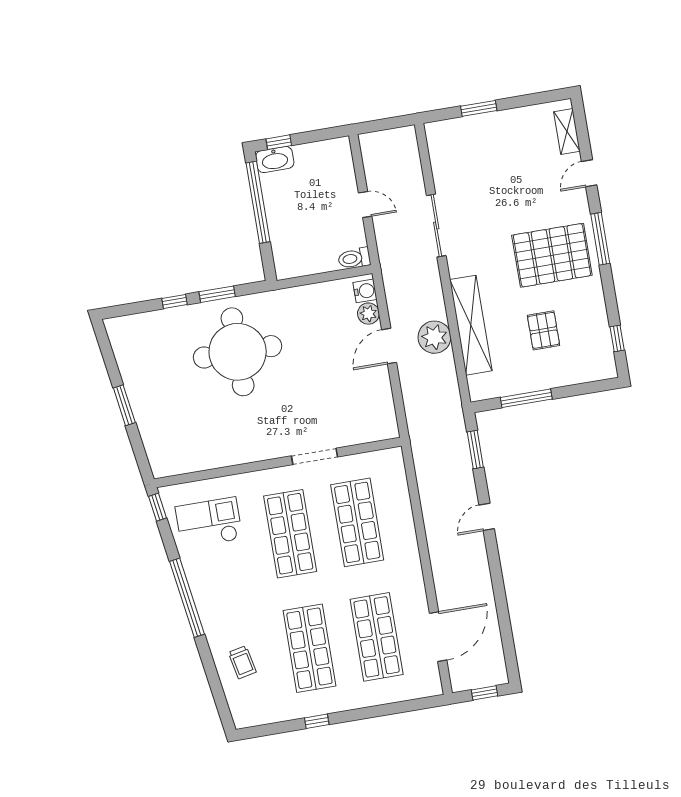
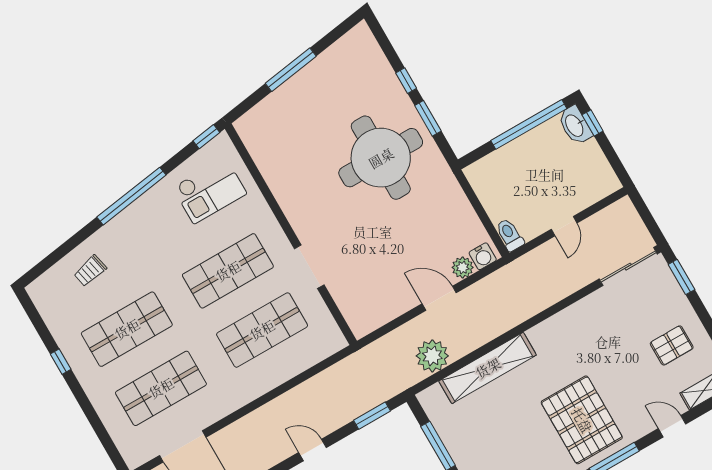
window: (479, 108) -> (681, 277), moved
sliding door: (436, 226) -> (628, 267), moved
pallet: (543, 330) -> (672, 345), moved
plant: (434, 337) -> (432, 356), moved
window: (124, 405) -> (291, 70), width x1.44
checkout: (209, 523) -> (210, 190), turned 90

